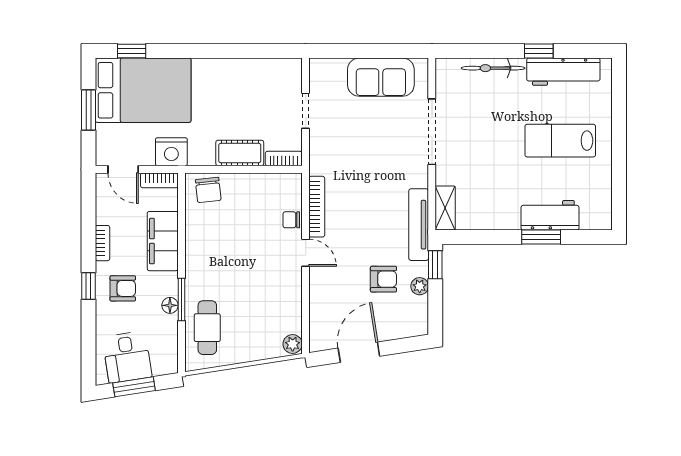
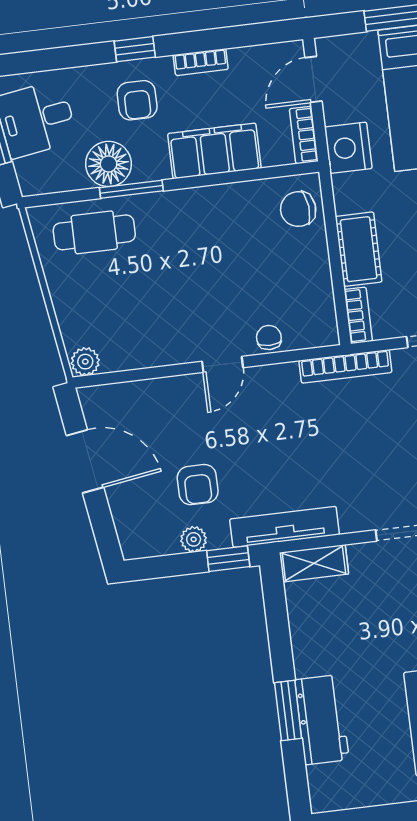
bookcase: (317, 207) -> (345, 366), moved
floor lamp: (170, 305) -> (109, 164), width x1.89, depth x1.89

